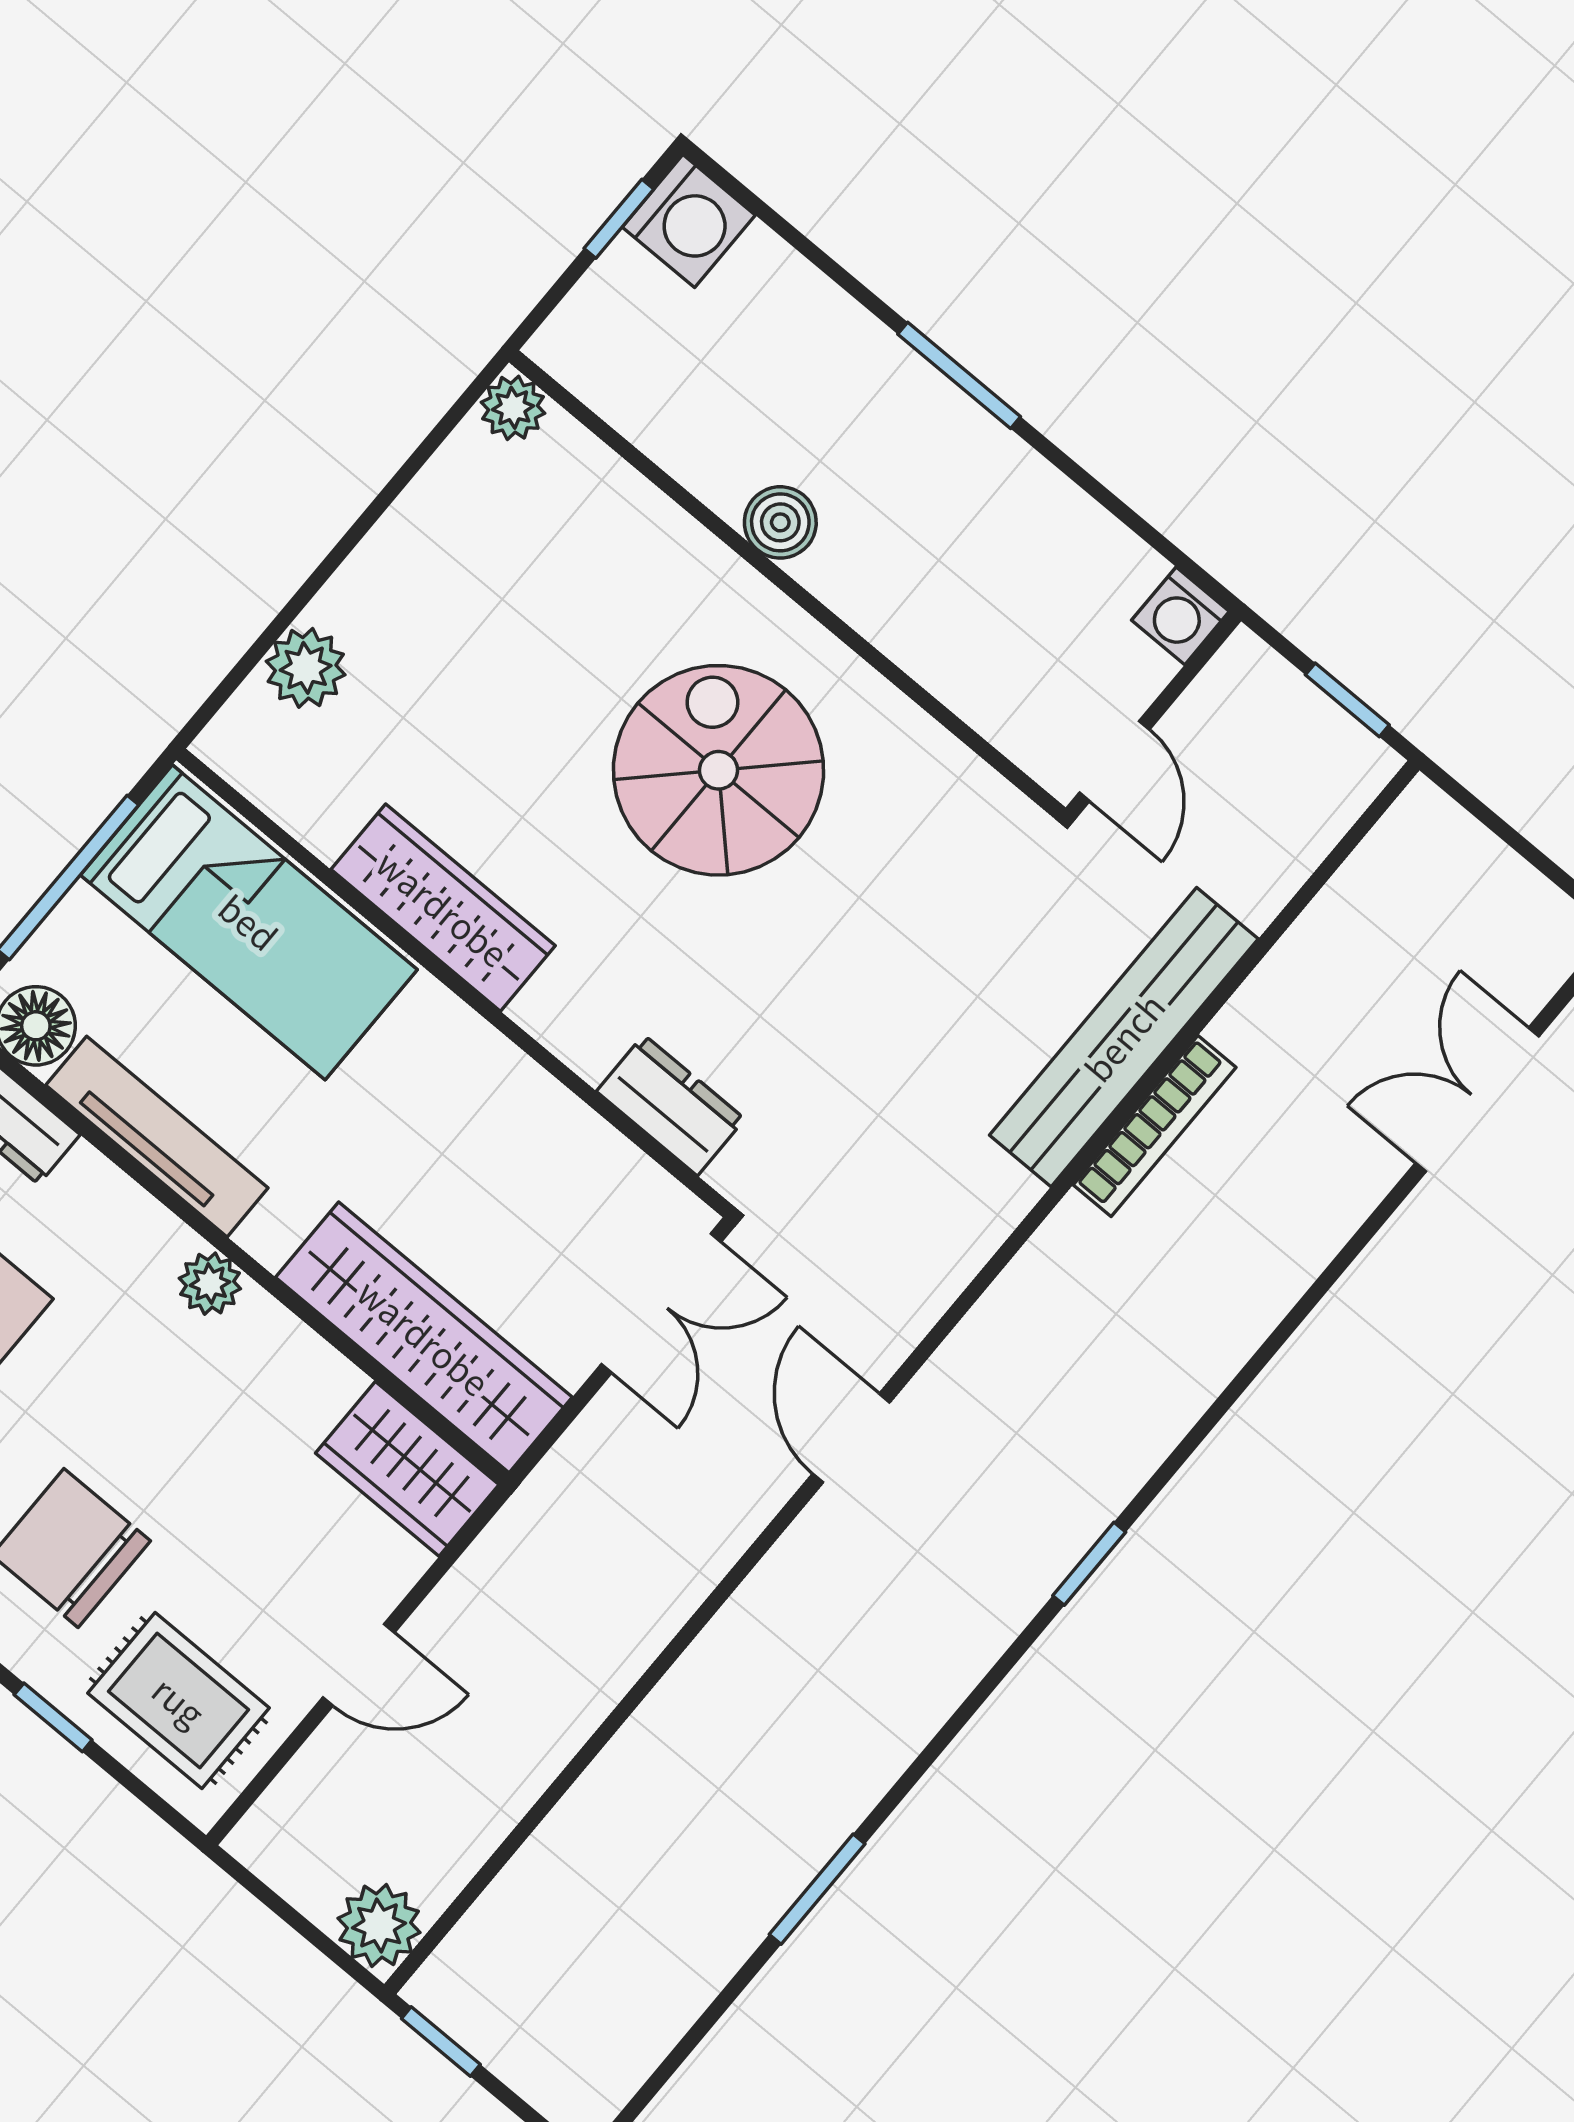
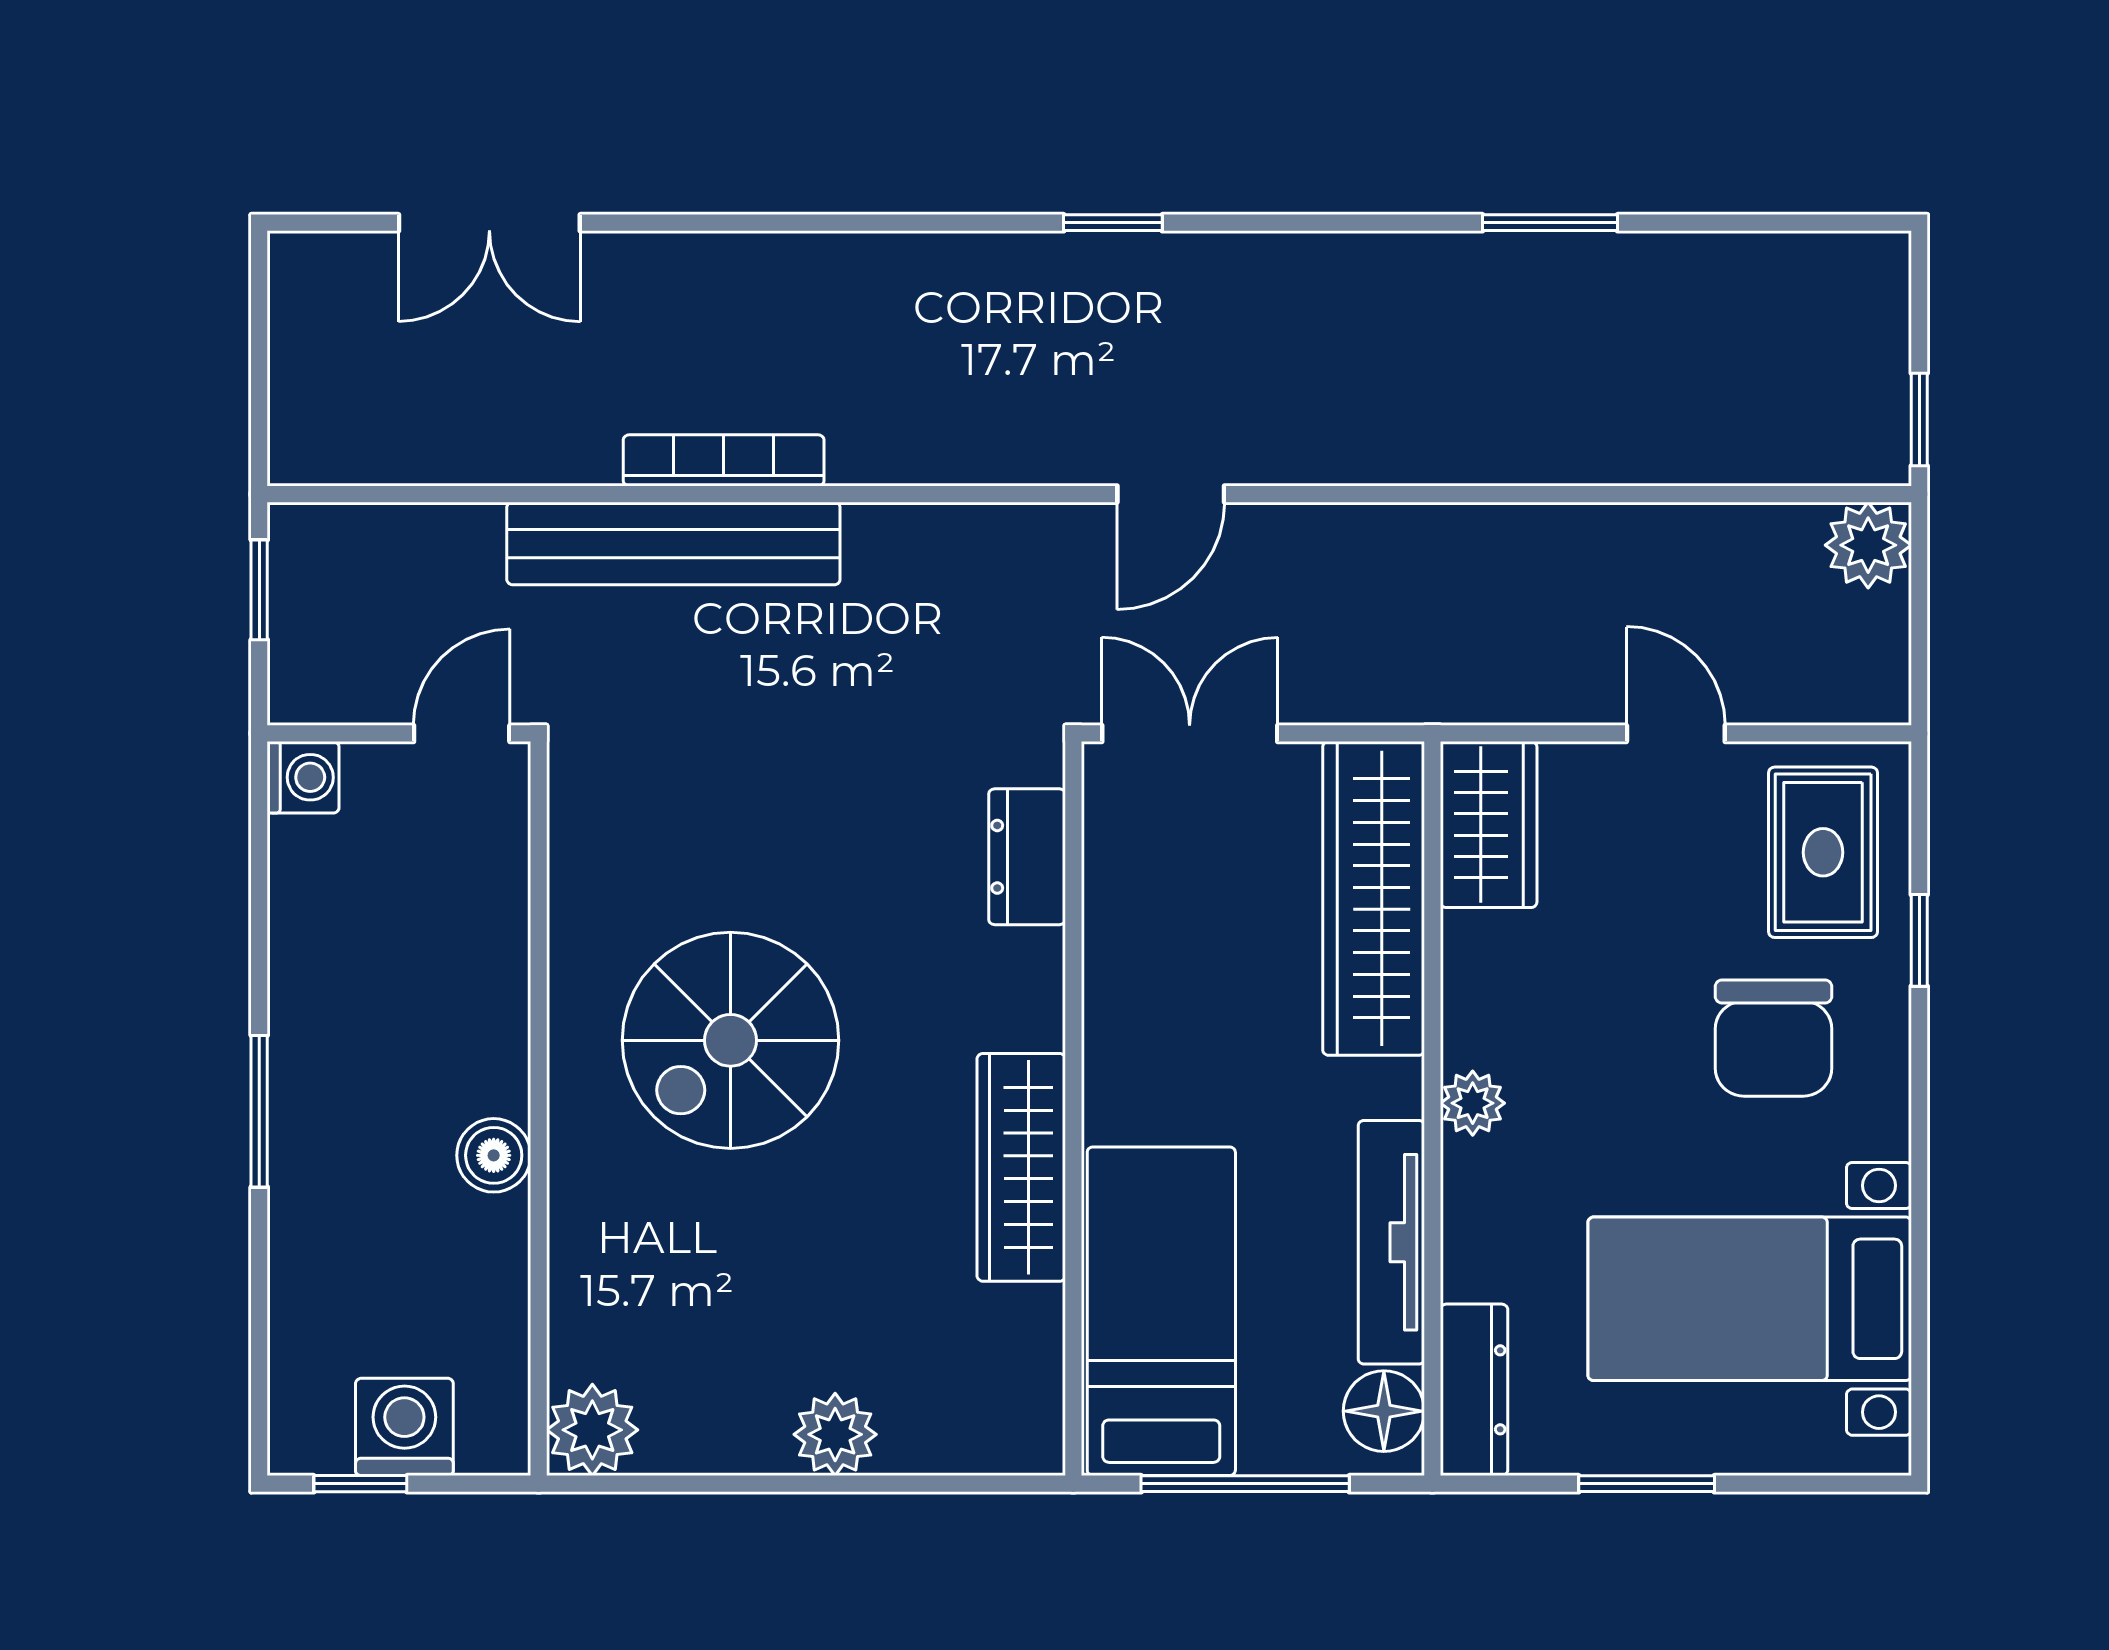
washing machine: (689, 221) -> (404, 1427), moved
plant: (513, 408) -> (592, 1430), width x1.38, depth x1.38
plant: (306, 668) -> (835, 1434), moved

